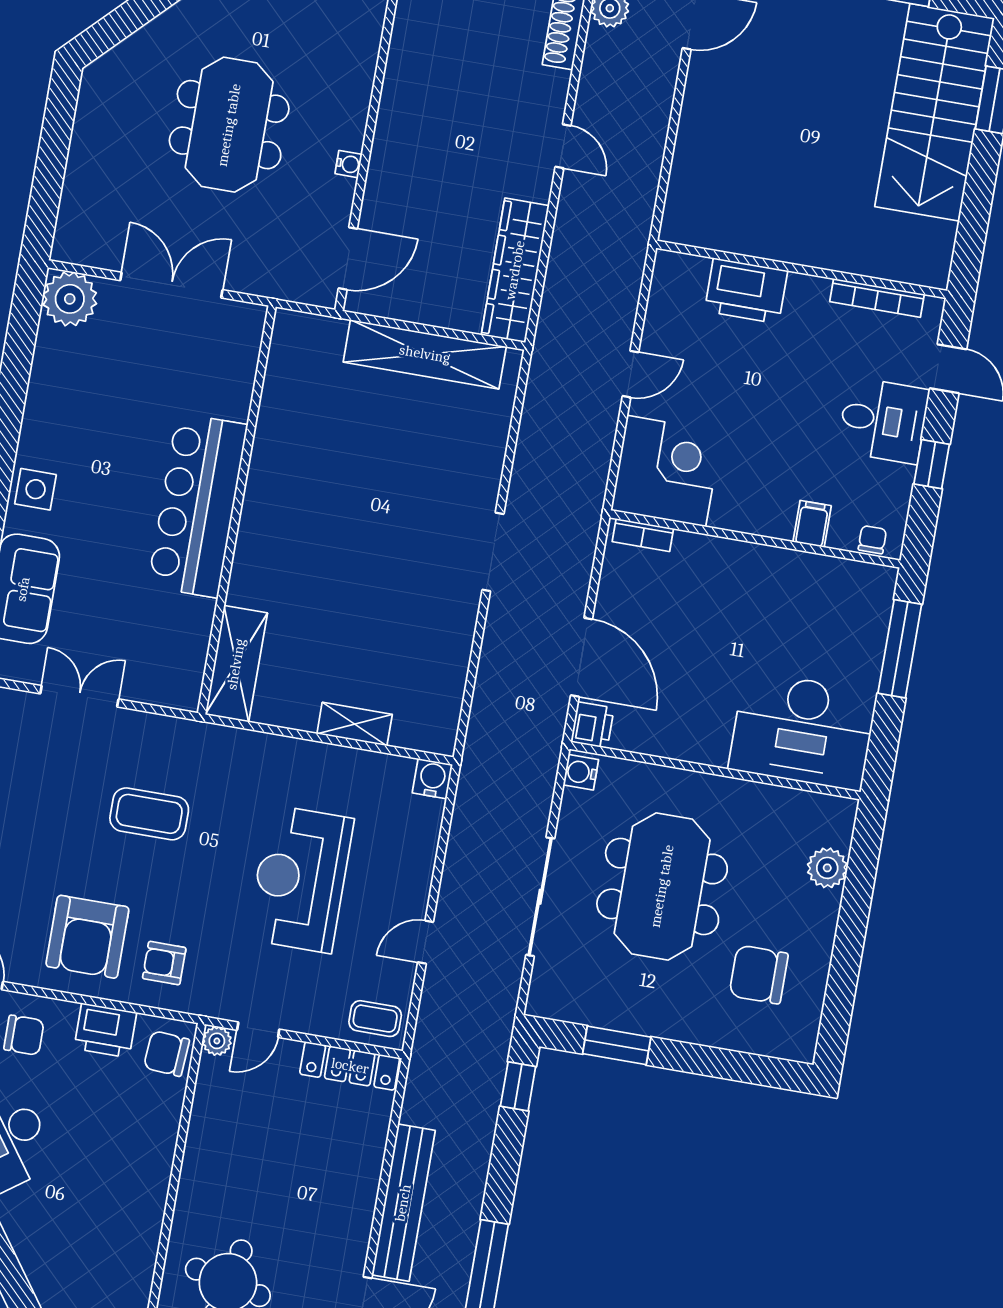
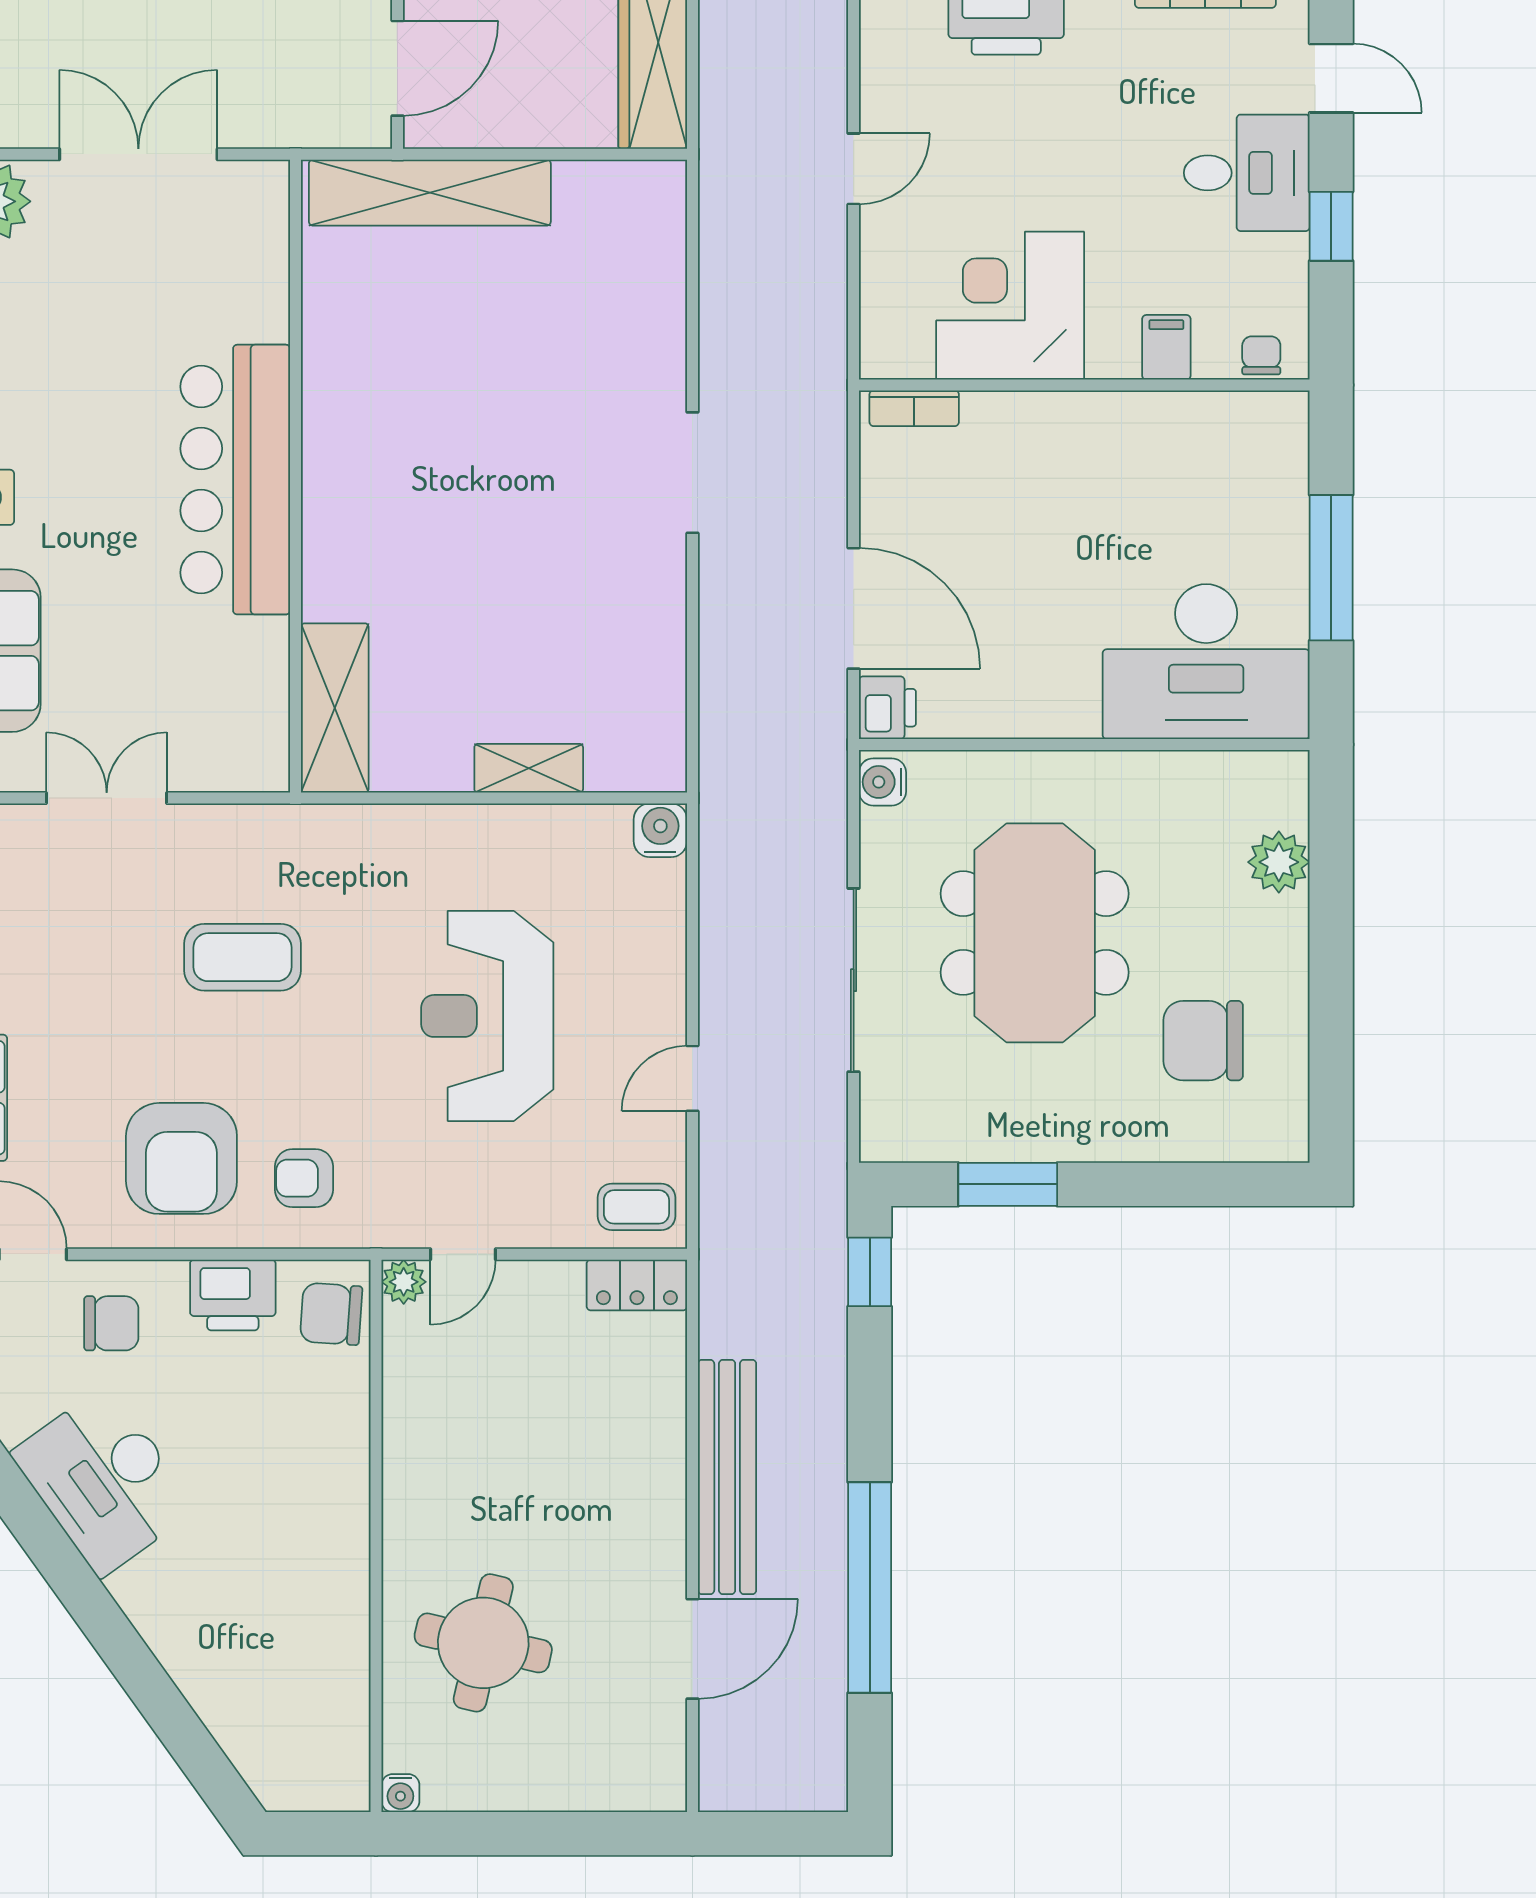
shelving: (425, 354) -> (430, 193), moved
corner desk: (666, 471) -> (1010, 306), moved, turned -90
window: (900, 649) -> (1331, 568), moved
locker: (350, 1066) -> (637, 1285), width x0.66

